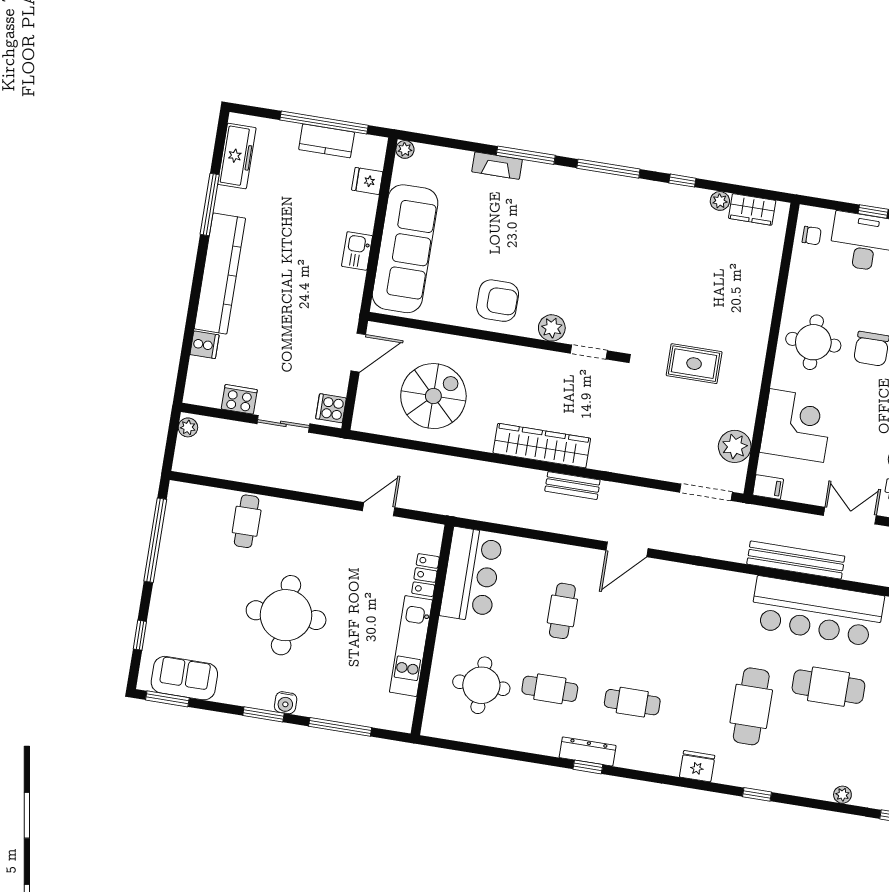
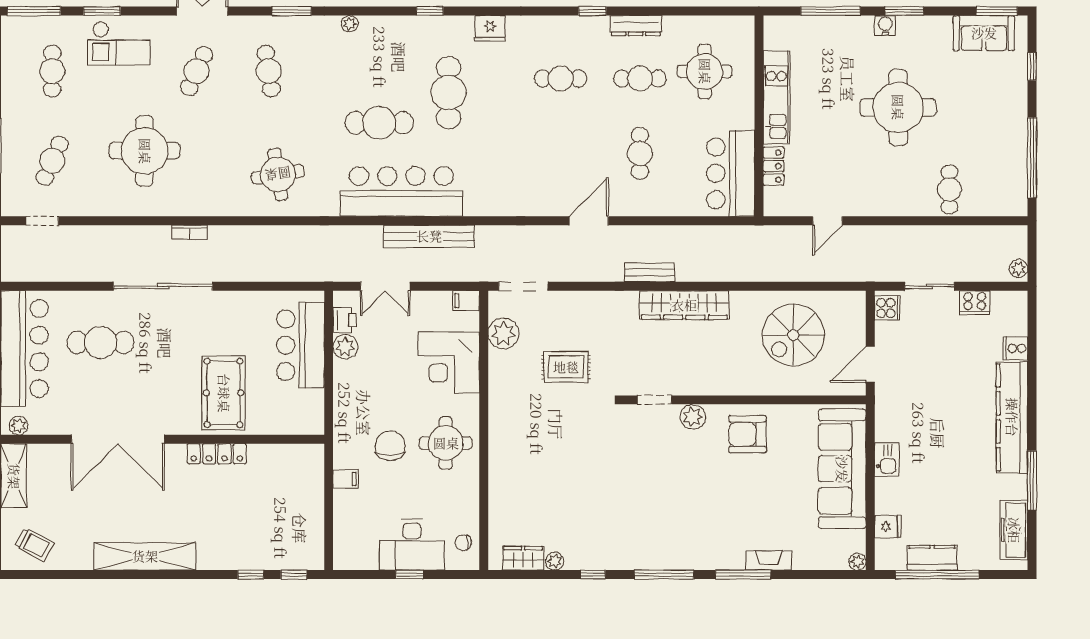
rug: (694, 364) -> (566, 367), moved
dresser: (588, 751) -> (636, 26), moved

